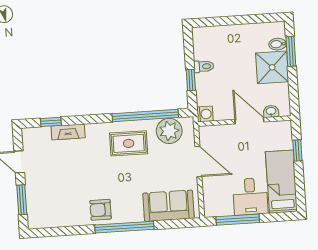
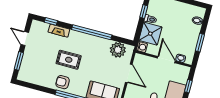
window: (291, 51) -> (200, 43), moved
shower: (272, 67) -> (150, 34), moved
window: (191, 80) -> (144, 12), moved
window: (145, 116) -> (92, 32), moved
rug: (129, 143) -> (69, 60), moved

